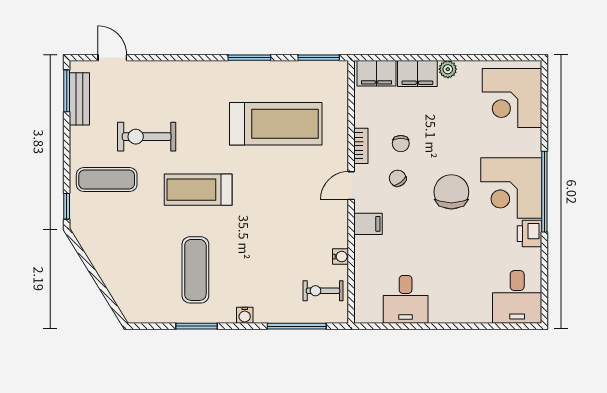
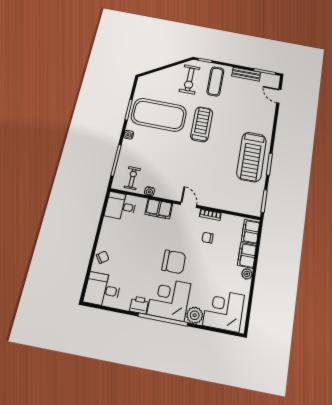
door: (112, 58) -> (279, 96), swing flipped
bench: (79, 99) -> (246, 74), moved
treadmill: (276, 124) -> (252, 157), moved
exercise bike: (147, 137) -> (190, 79), moved, turned 180
plant: (528, 143) -> (195, 315), added
chair: (398, 178) -> (103, 257), moved
filing cabinet: (368, 224) -> (159, 209), width x2.00
exercise mat: (195, 270) -> (159, 115), width x2.00, depth x1.45
desk: (406, 299) -> (121, 206), moved

